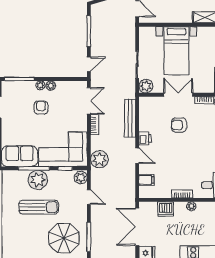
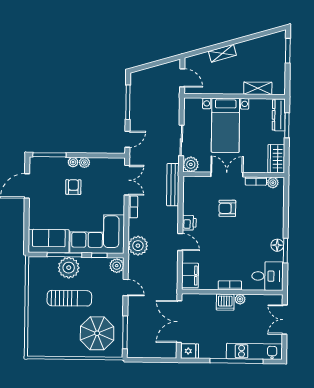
bench: (130, 118) -> (173, 185), moved
filing cabinet: (146, 180) -> (190, 275), width x2.00
dishwasher: (166, 209) -> (225, 302), moved

